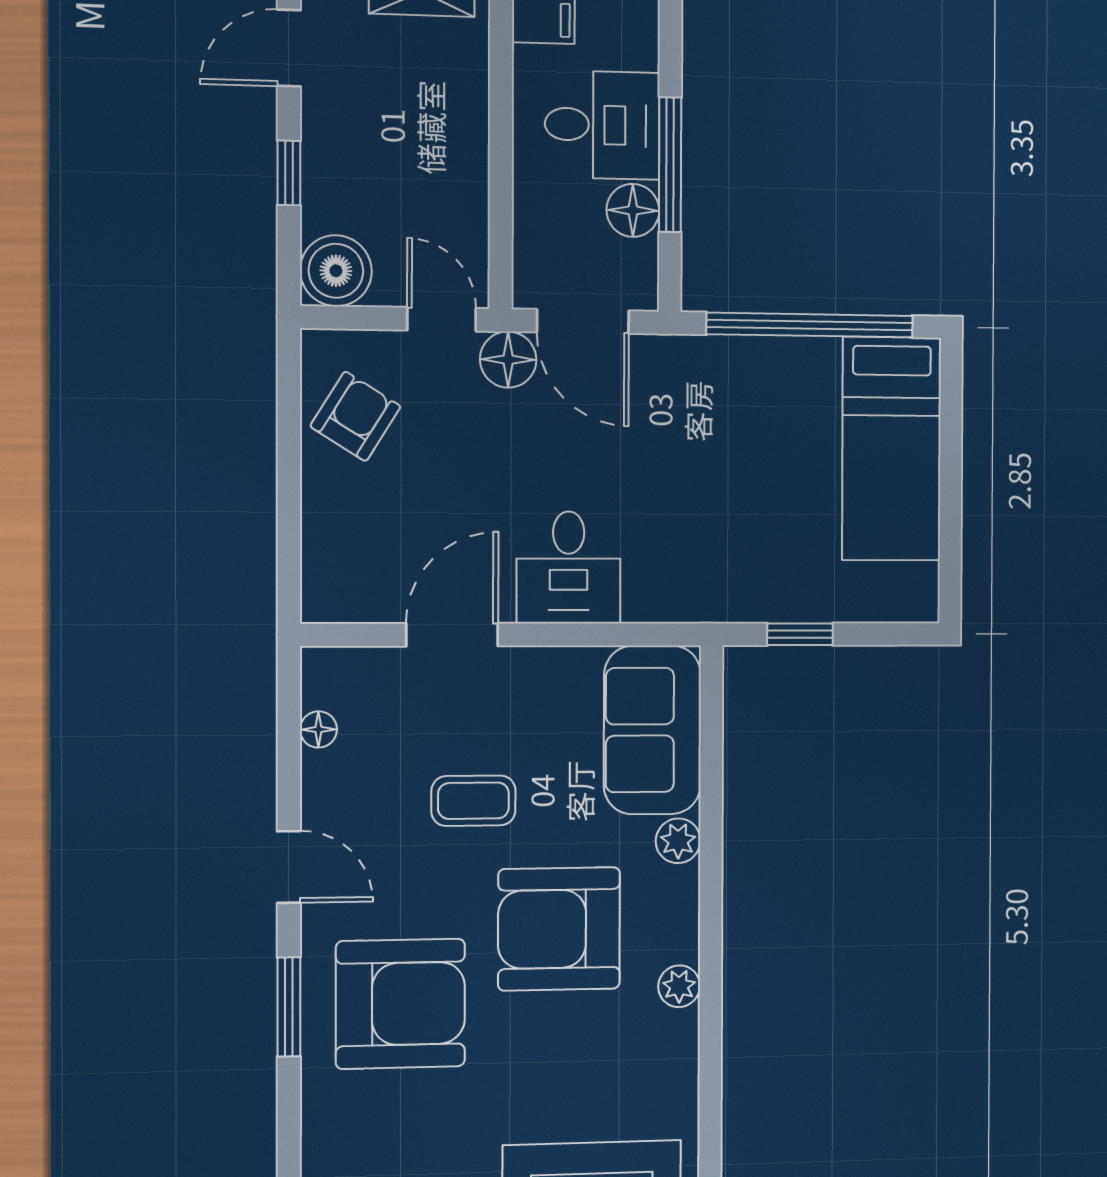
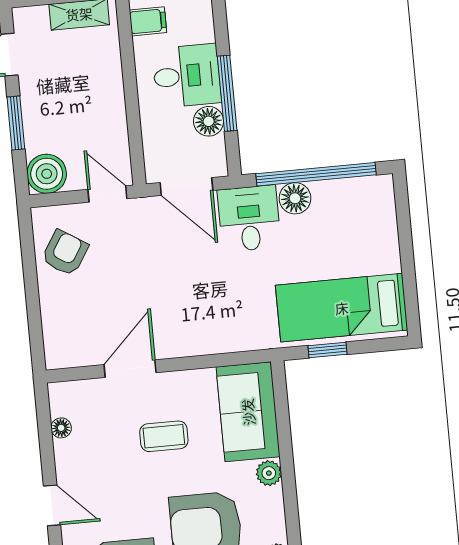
window: (289, 173) -> (16, 123), width x1.50
floor lamp: (508, 360) -> (295, 198), moved
bed: (892, 449) -> (342, 308), moved, turned 90
desk: (569, 567) -> (249, 219), moved, turned 180
coffee table: (473, 801) -> (164, 436), moved

